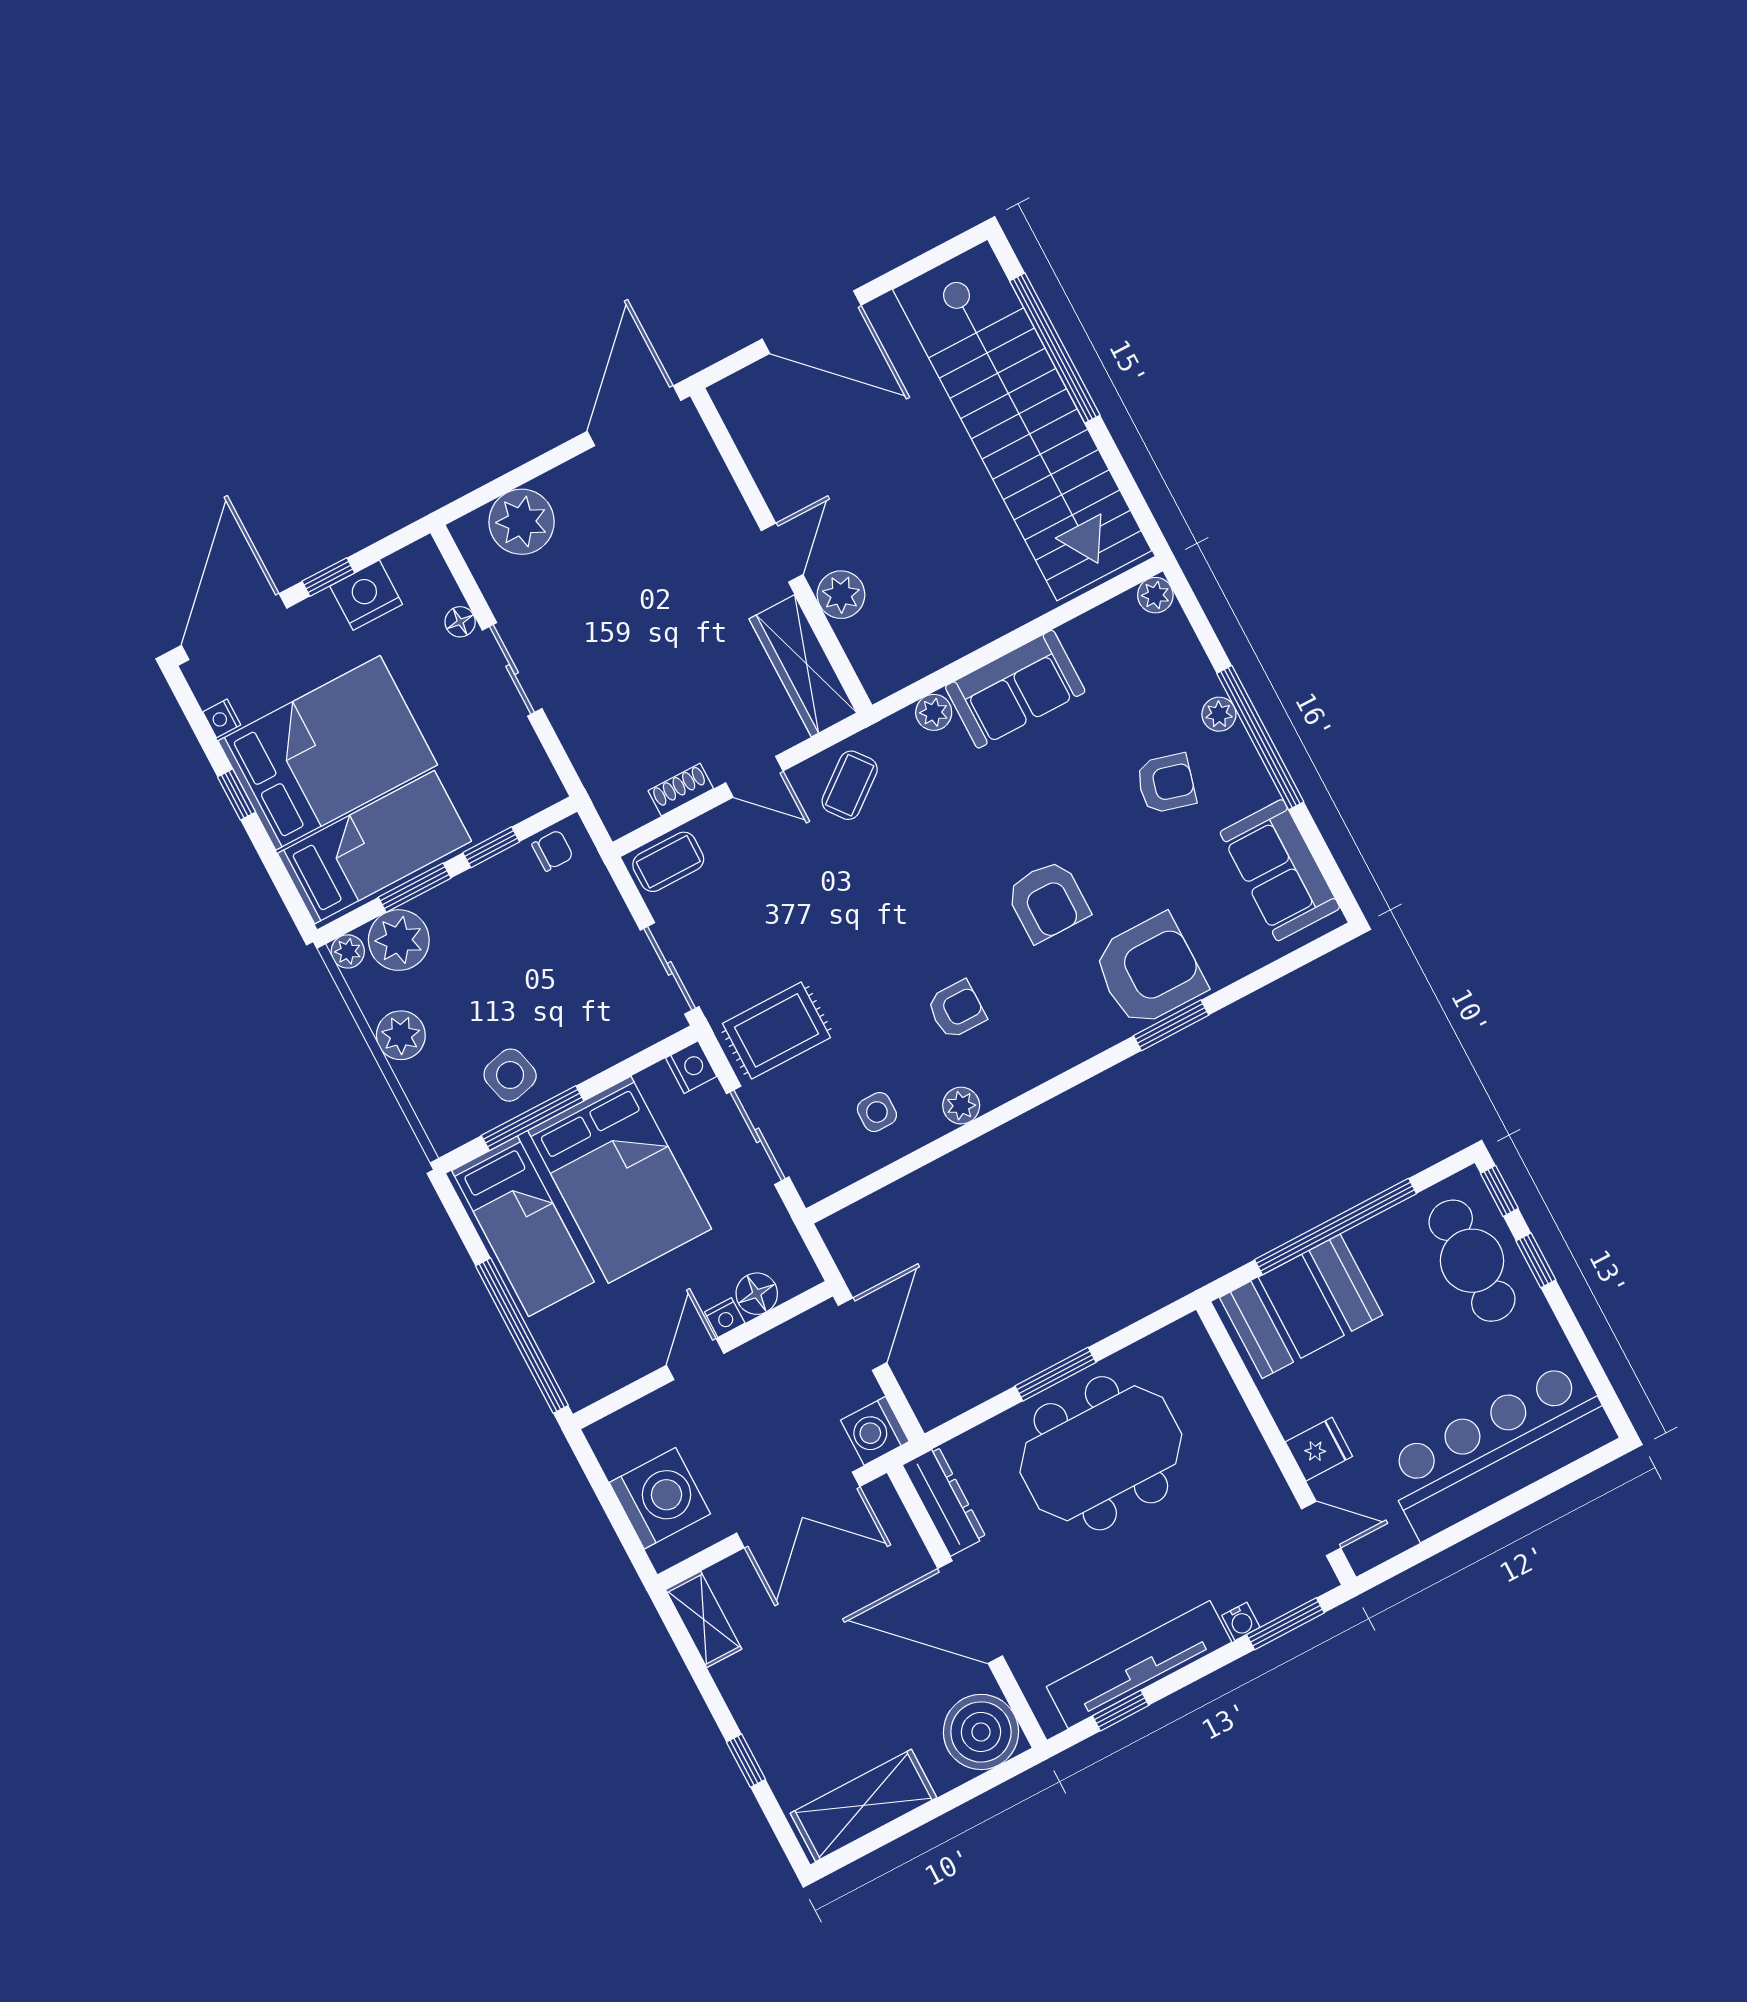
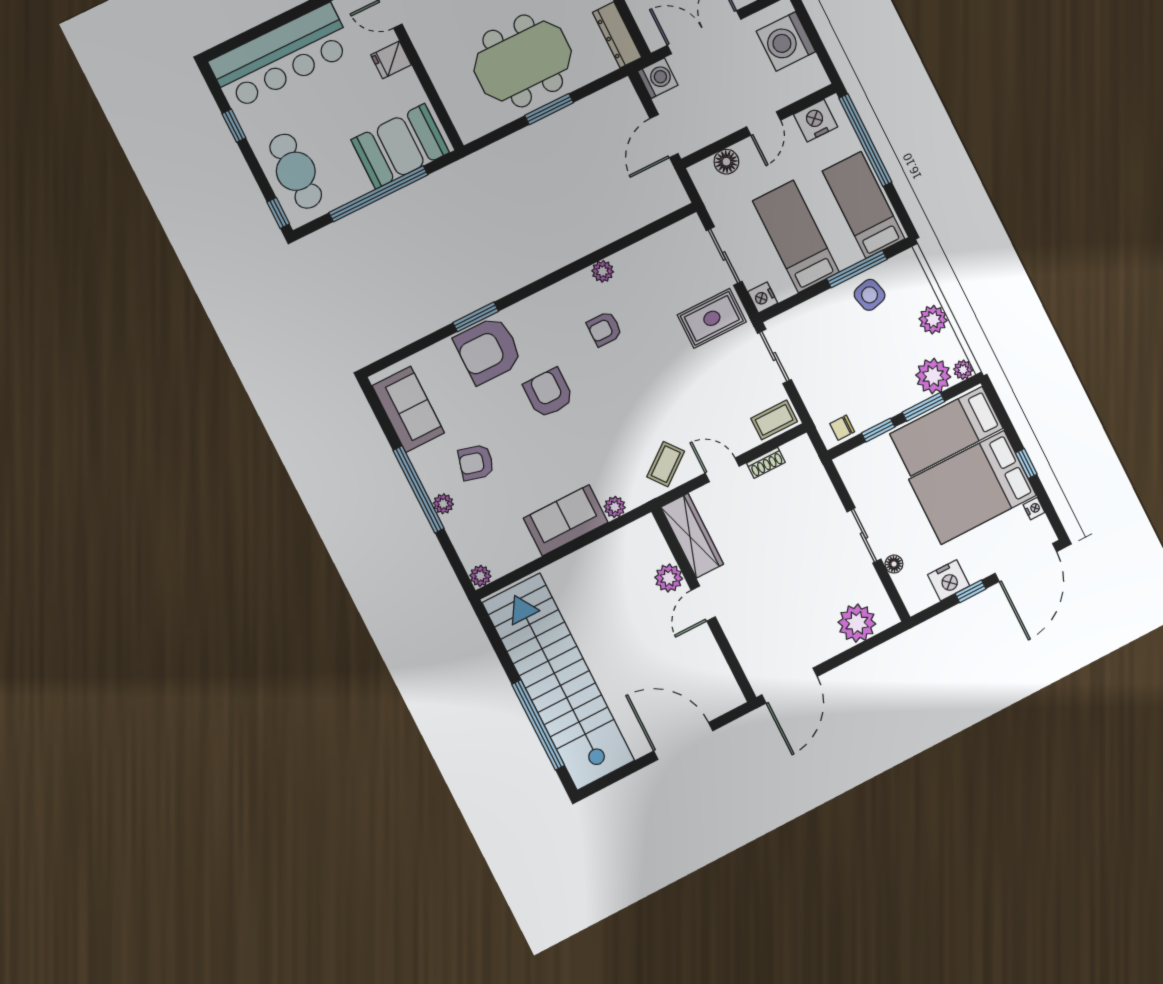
side table: (877, 1112) -> (653, 268), removed
bed: (620, 1180) -> (796, 237), width x0.67
window: (1536, 1260) -> (234, 126), moved
nightstand: (725, 1318) -> (816, 121), moved, width x1.89, depth x1.79

